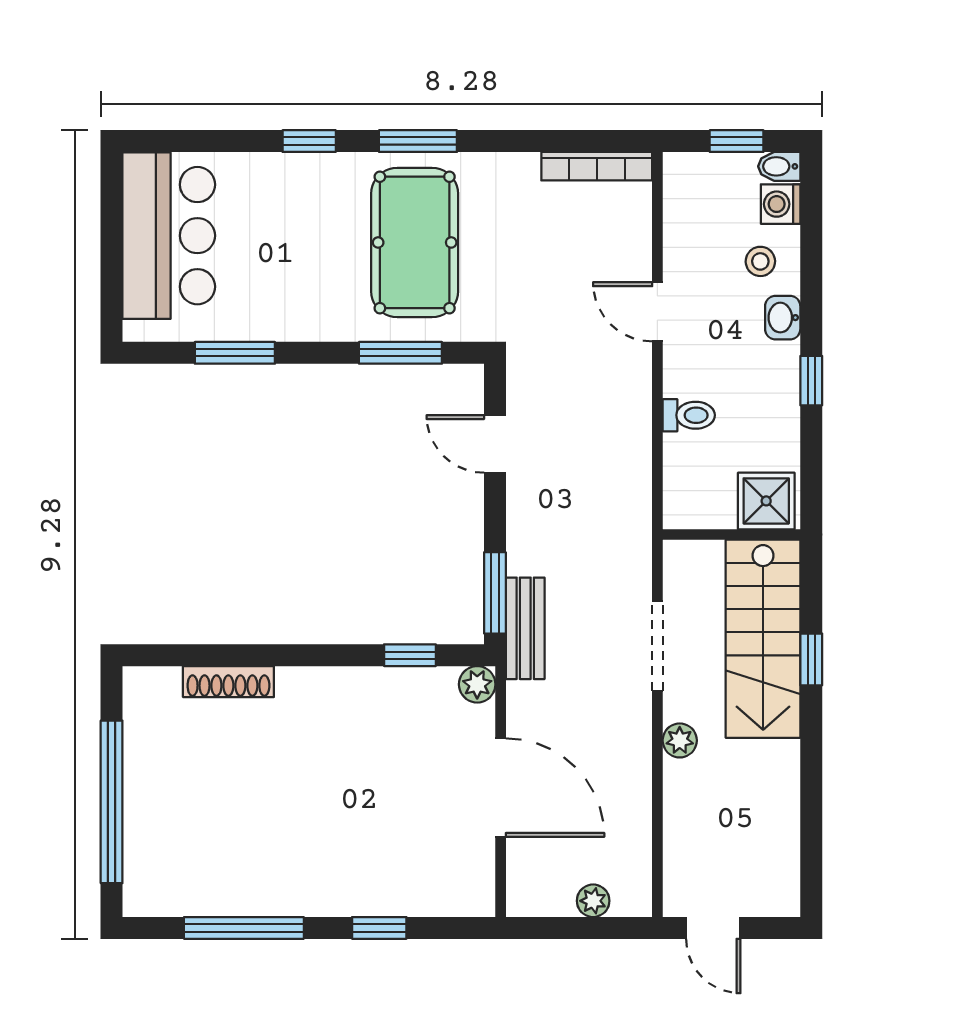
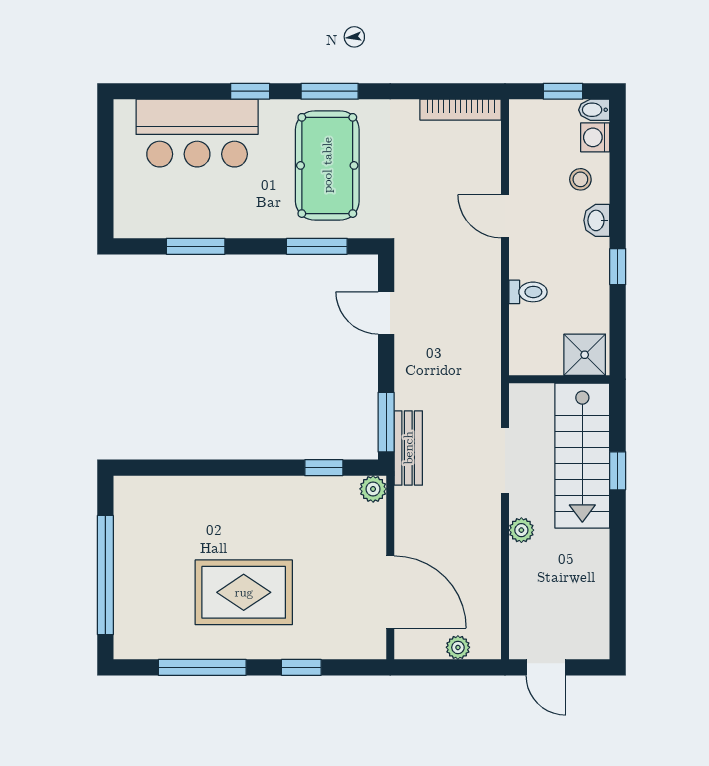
bar counter: (169, 236) -> (197, 133), moved, turned 90
shoe rack: (228, 682) -> (191, 487), removed
door: (501, 788) -> (390, 592), moved
rug: (301, 825) -> (244, 592), added

